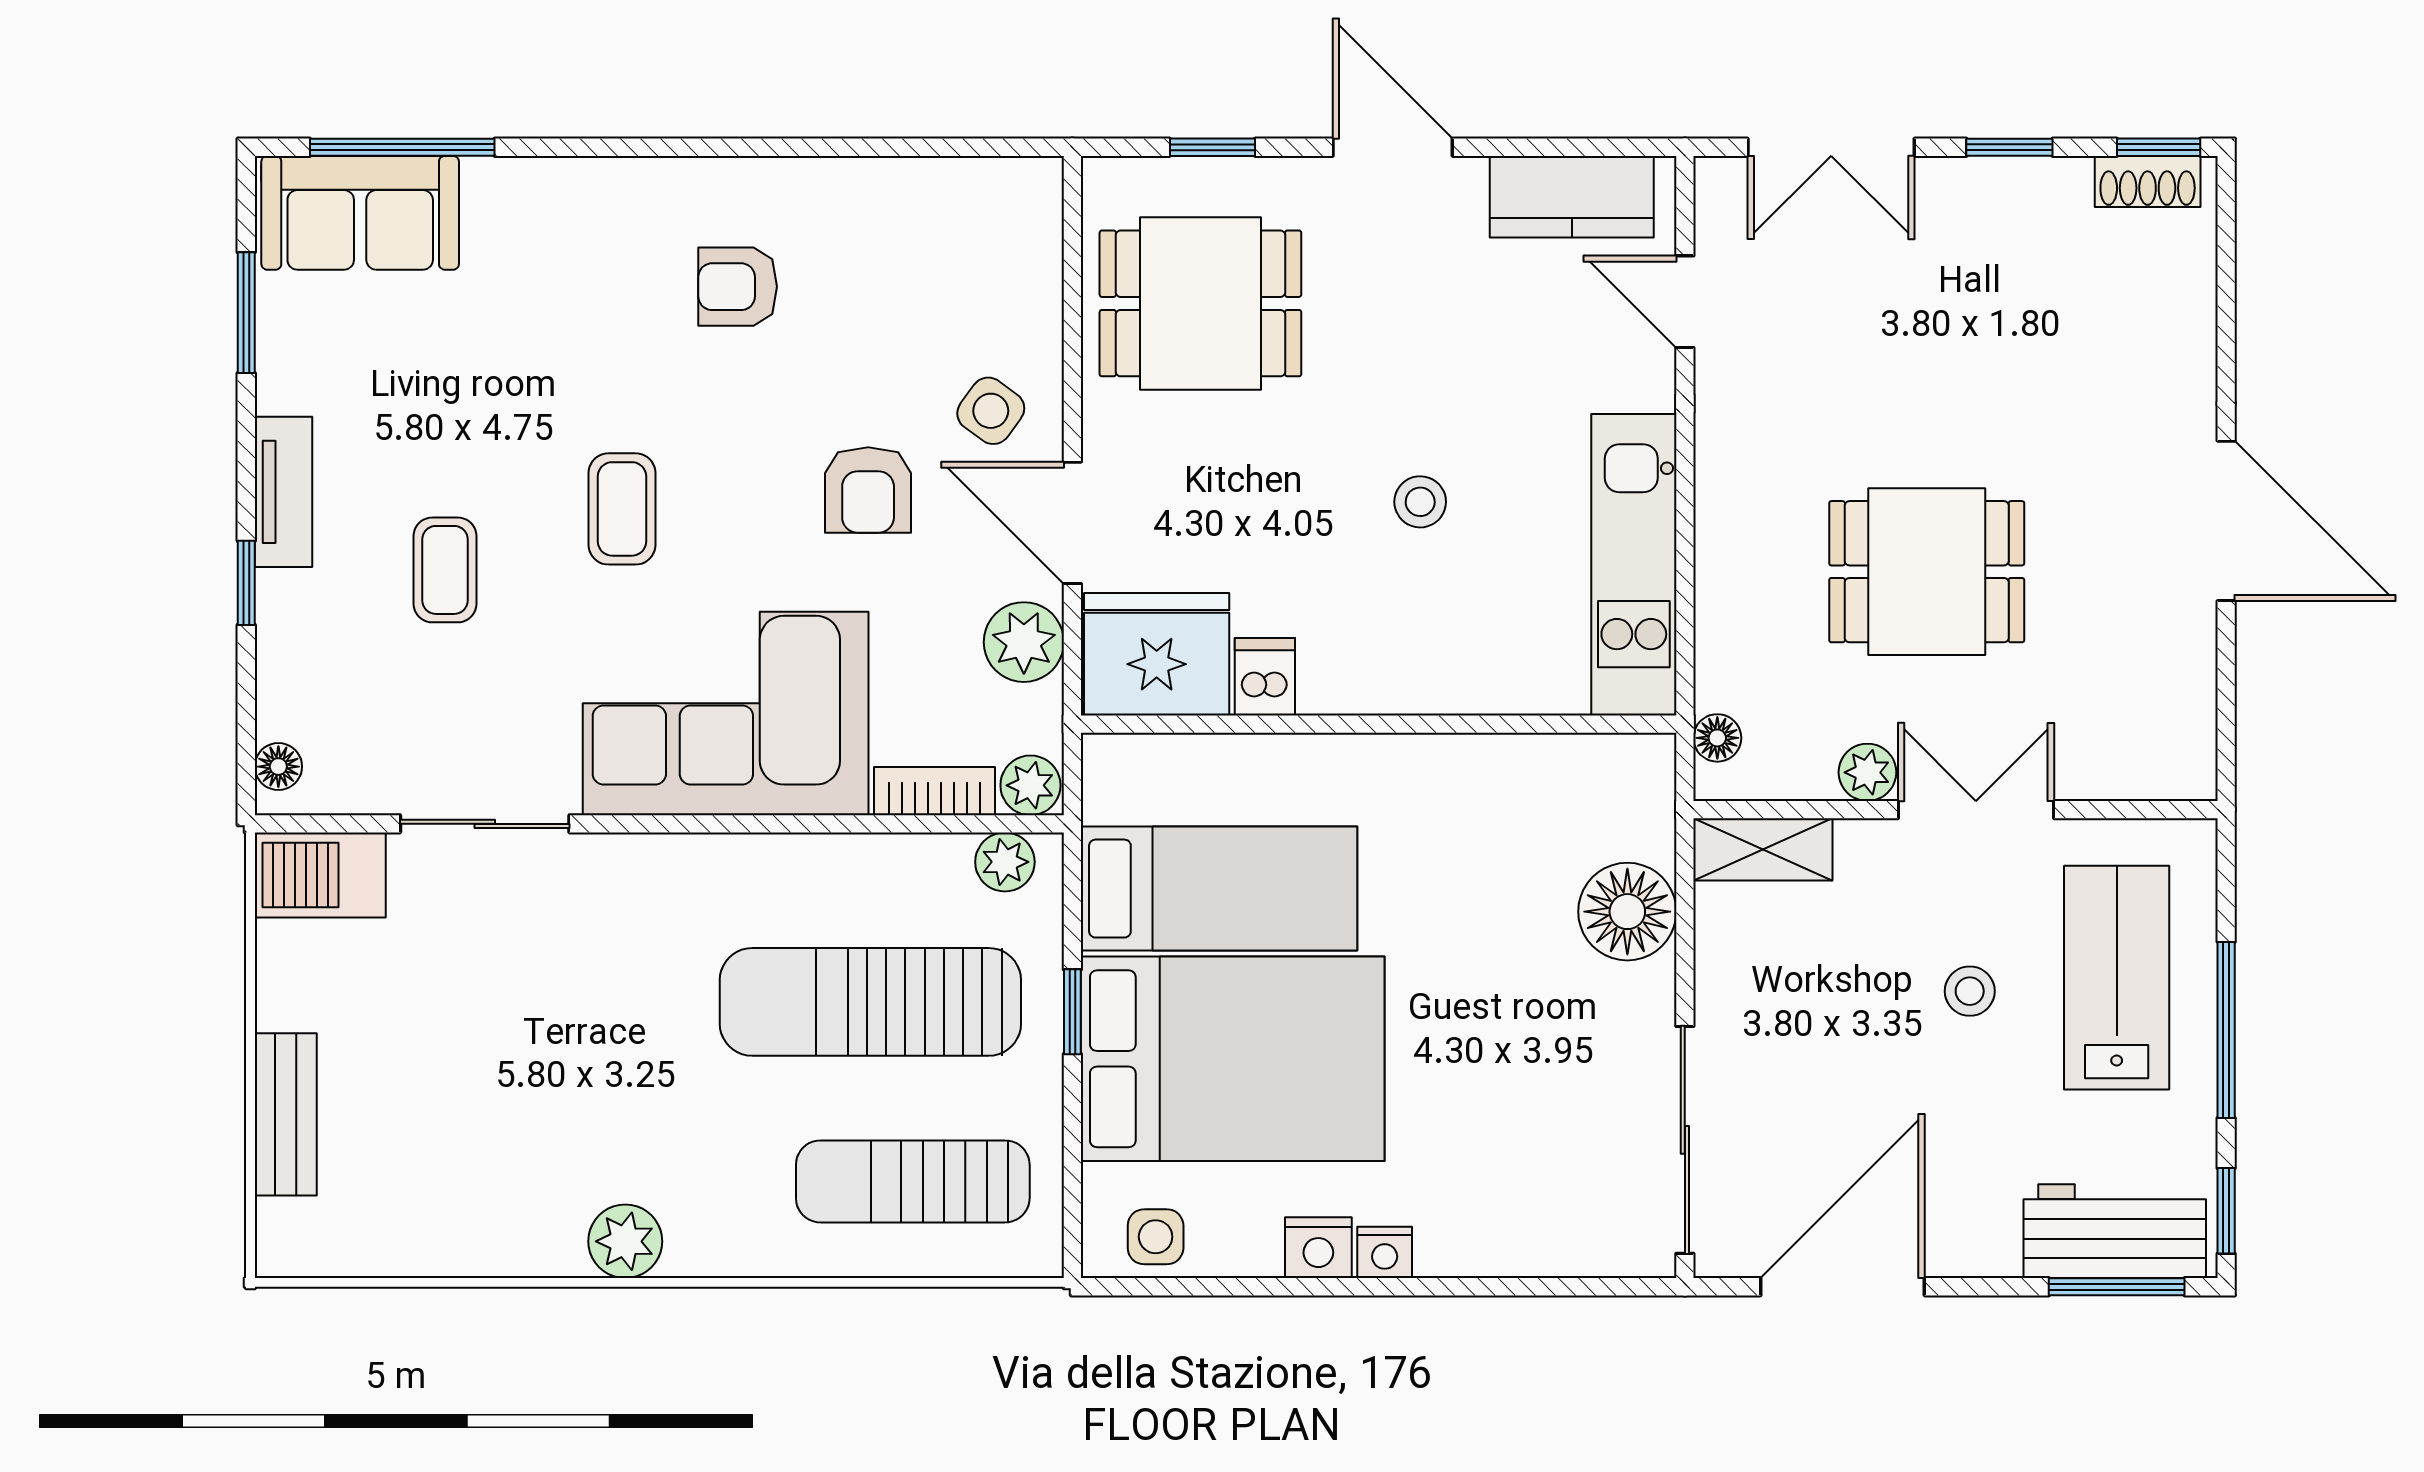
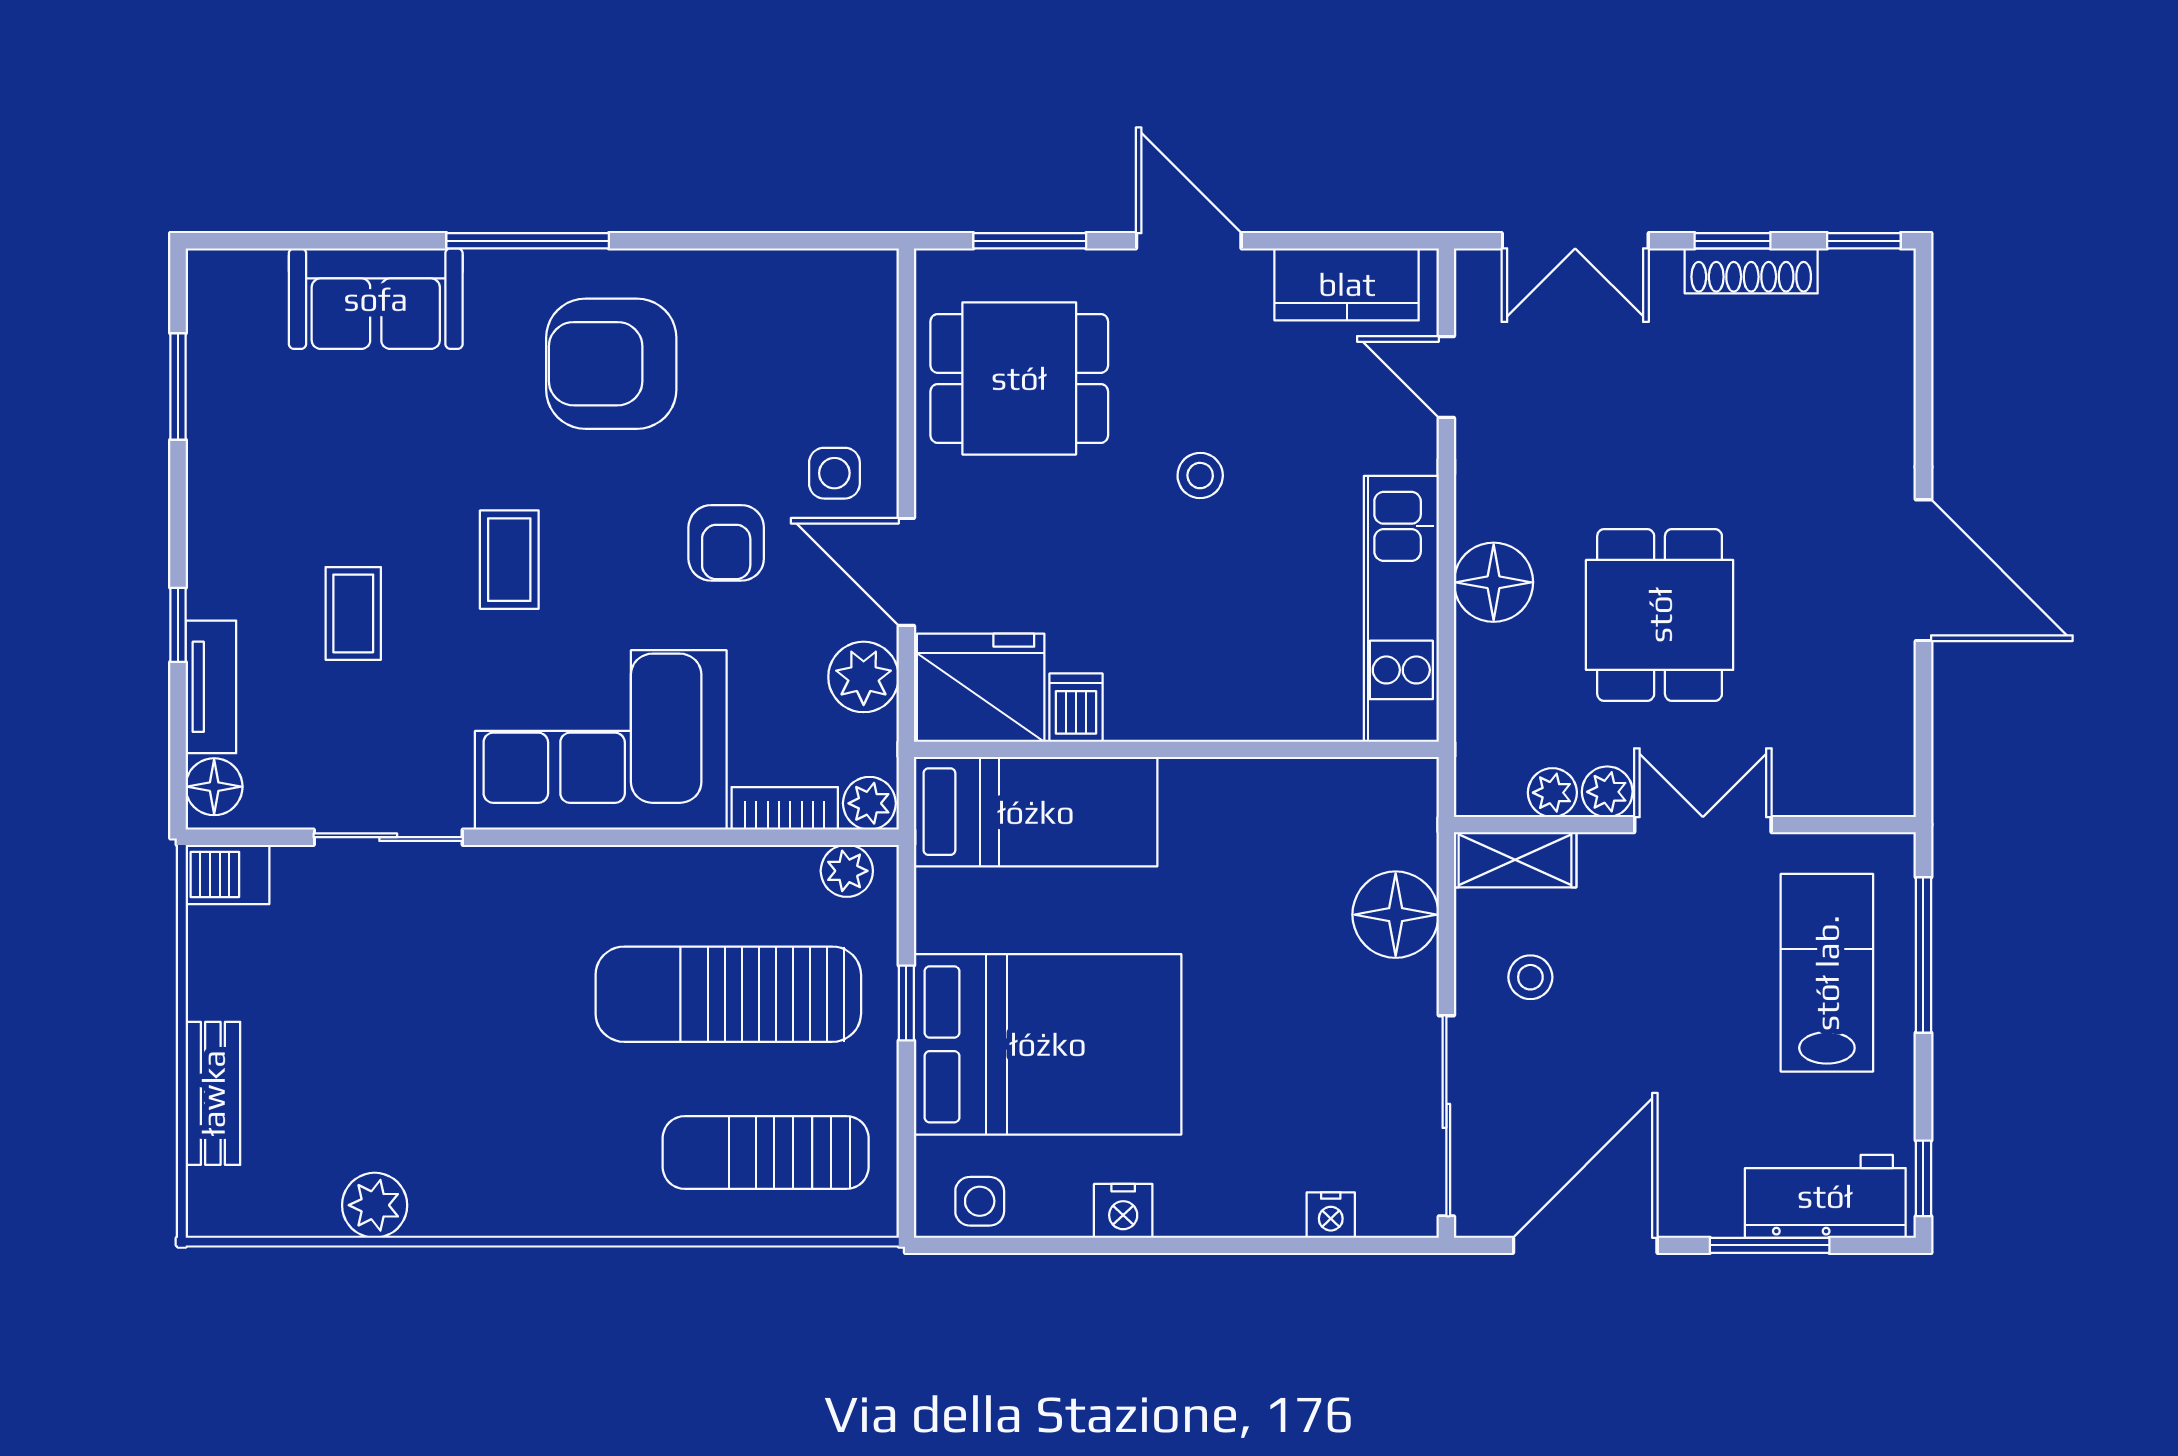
window: (402, 147) -> (528, 241), moved
window: (1212, 147) -> (1030, 241), width x1.50
shoe rack: (2148, 181) -> (1751, 271), moved, width x1.43
sofa: (360, 213) -> (376, 299), moved
armchair: (738, 287) -> (611, 364), width x1.88, depth x1.88
side table: (991, 411) -> (834, 473), turned -36
tv unit: (283, 492) -> (211, 687), moved
stool: (1420, 502) -> (1200, 476), moved
dining table: (1927, 572) -> (1660, 615), turned 90
floor lamp: (1717, 738) -> (1494, 582), moved, width x1.89, depth x1.89
floor lamp: (278, 767) -> (214, 787), width x1.37, depth x1.37
plant: (1805, 773) -> (1552, 793), added
barbecue: (320, 875) -> (227, 874), width x0.73, depth x0.79
bed: (1219, 889) -> (1036, 812), moved
stool: (1970, 991) -> (1530, 977), moved
window: (2226, 1030) -> (1923, 955), moved
plant: (625, 1241) -> (375, 1205), moved
nightstand: (1385, 1252) -> (1331, 1215), moved
window: (2117, 1287) -> (1770, 1245), moved

